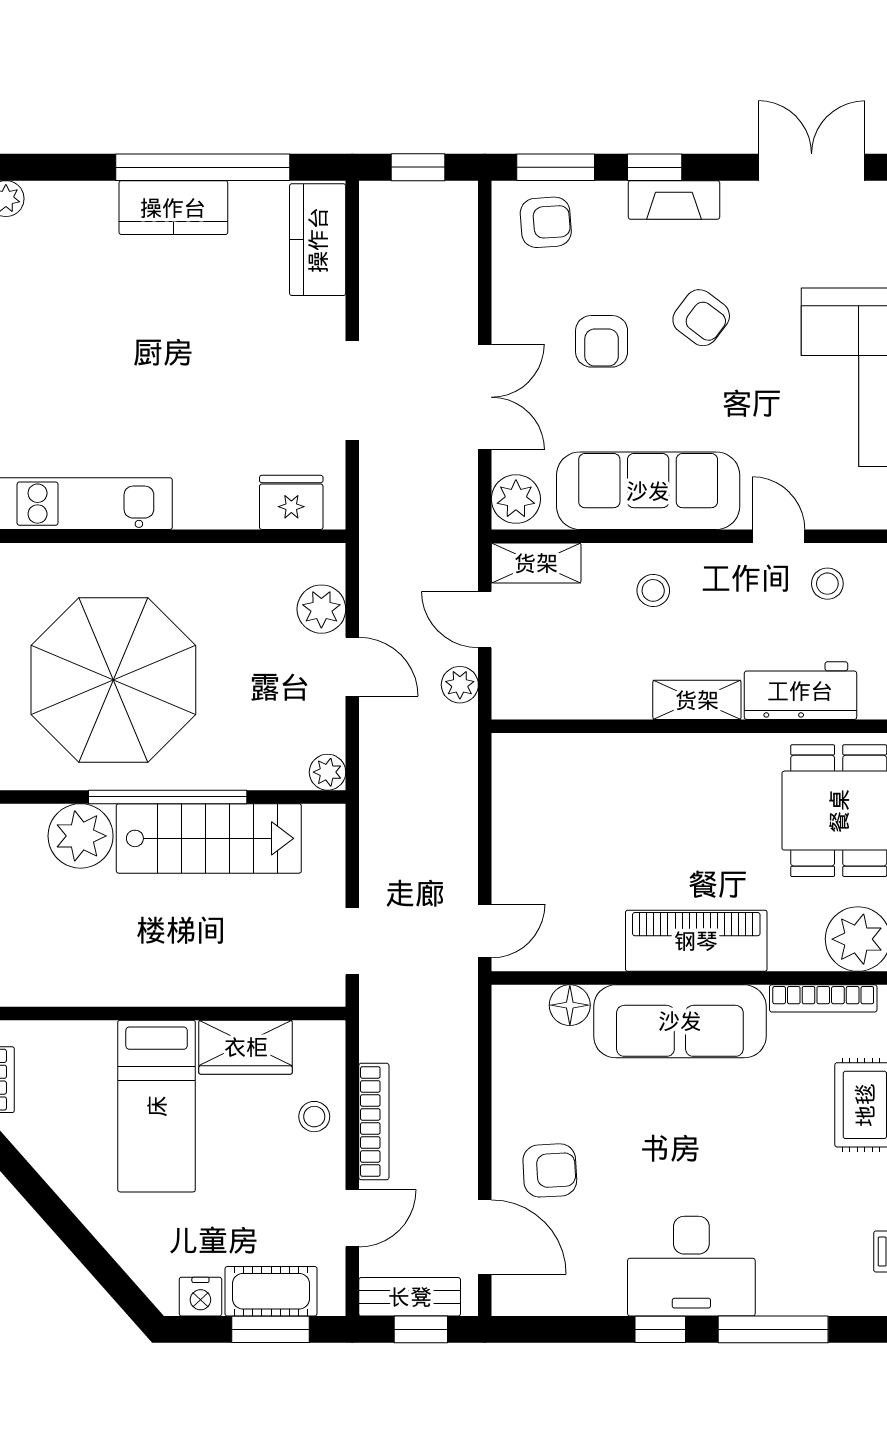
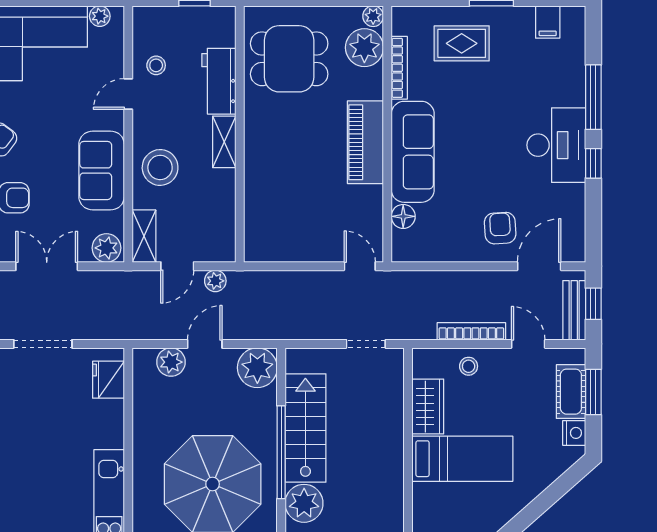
sofa: (648, 491) -> (102, 170), width x0.73
stool: (653, 590) -> (160, 167), width x1.89, depth x1.89
plant: (328, 772) -> (257, 368), width x1.88, depth x1.88

